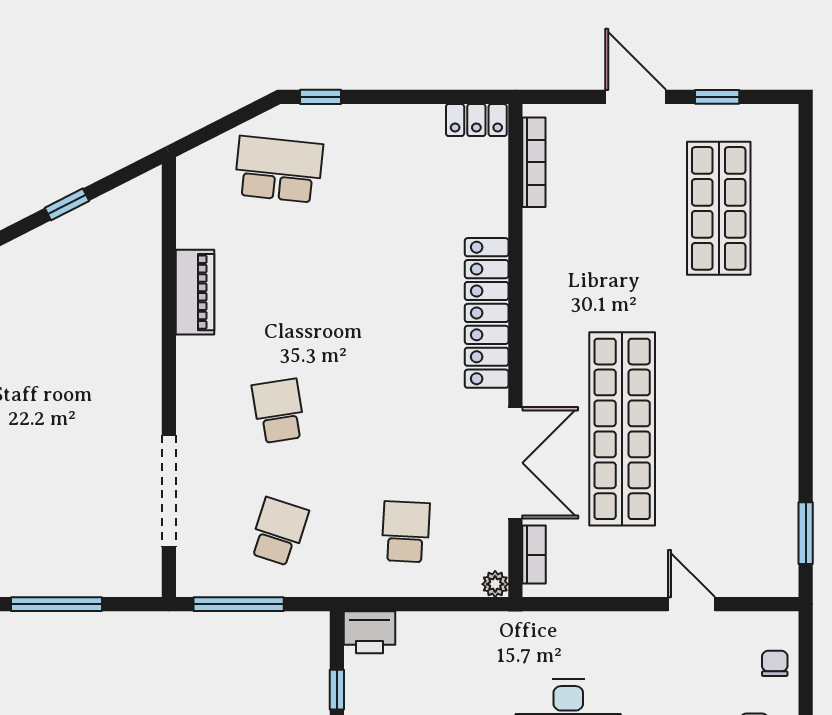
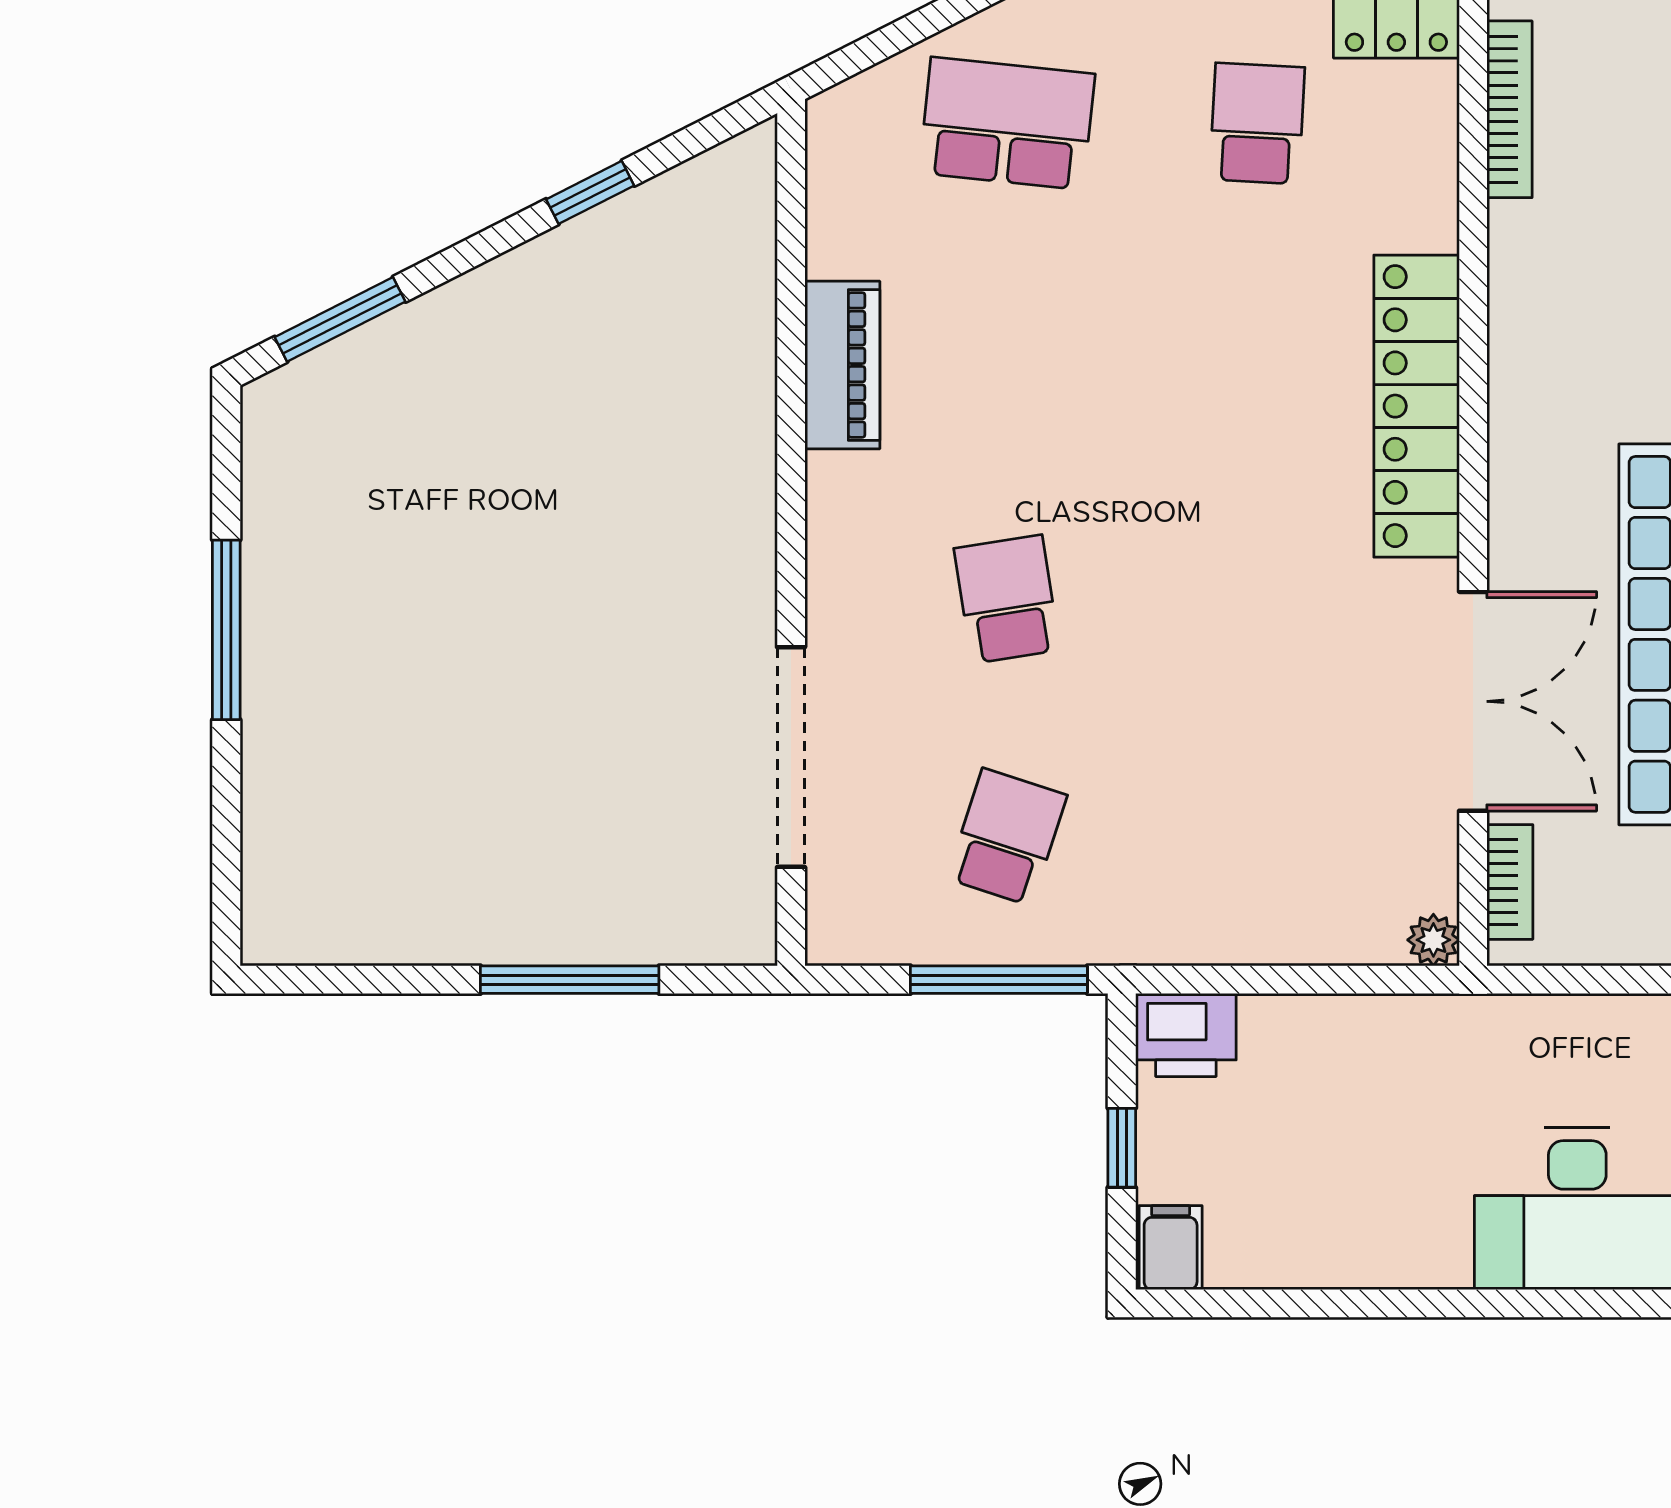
school desk: (406, 532) -> (1257, 123), moved
window: (239, 604) -> (999, 980), moved

